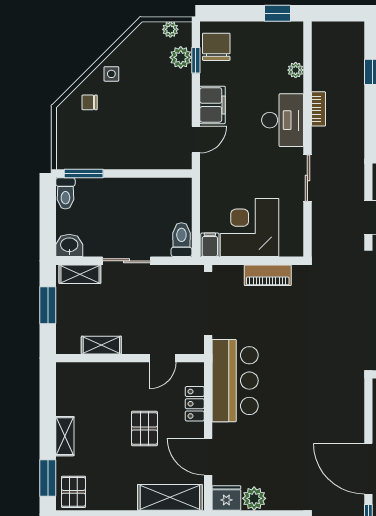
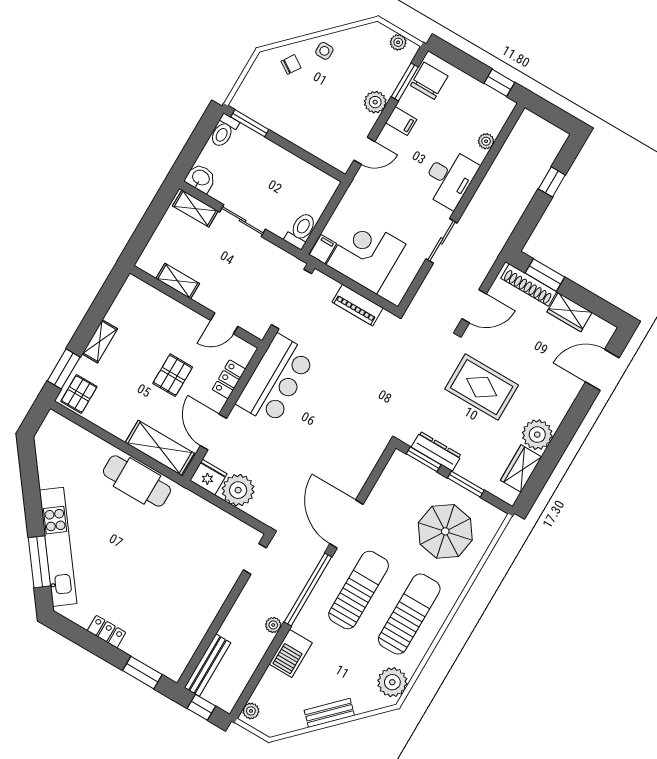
plant: (181, 57) -> (375, 102), moved
window: (196, 60) -> (405, 82), width x1.50
chair: (90, 102) -> (291, 64), turned 123
filing cabinet: (213, 105) -> (401, 121), width x0.50
bookcase: (318, 109) -> (486, 187), removed
window: (48, 305) -> (152, 219), removed
plant: (254, 498) -> (238, 490), width x1.36, depth x1.36

